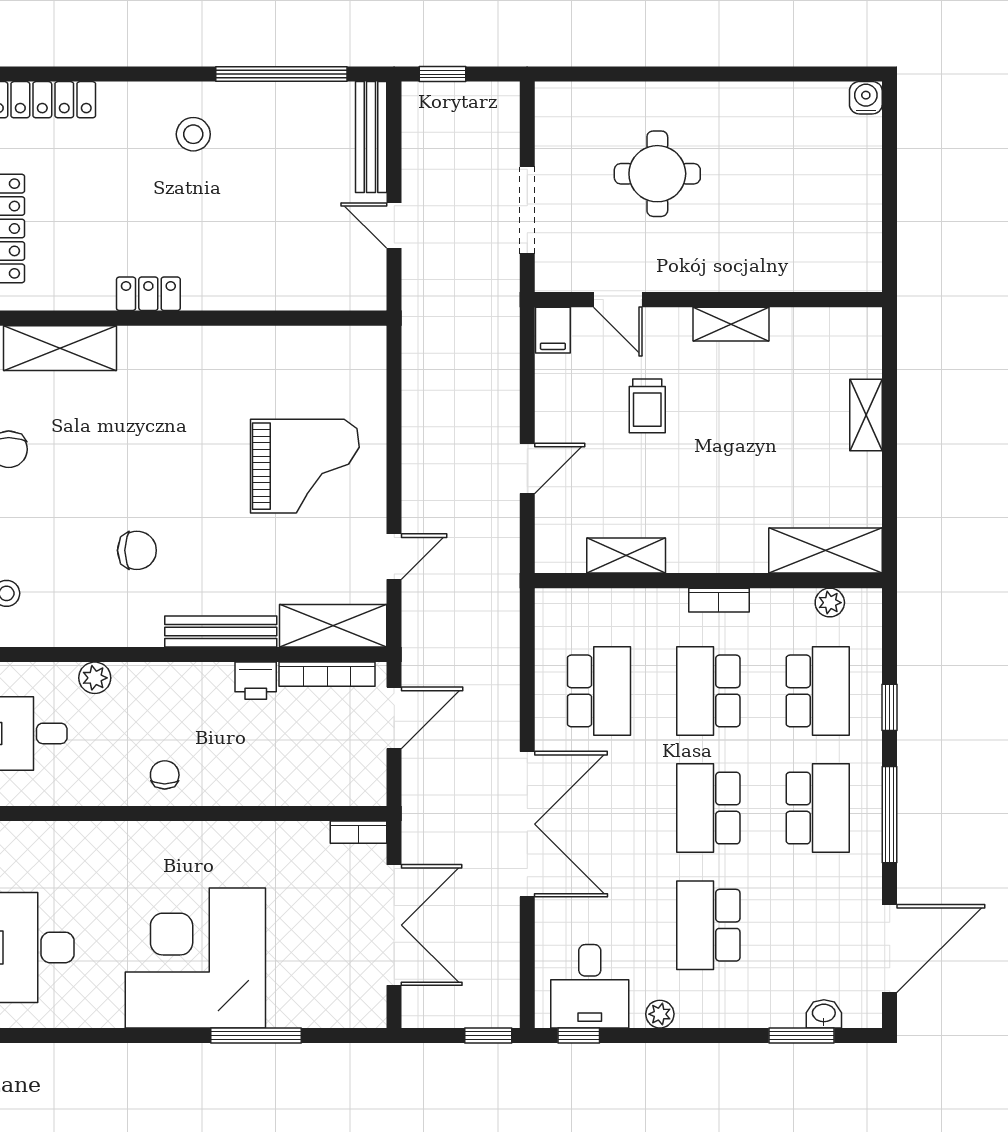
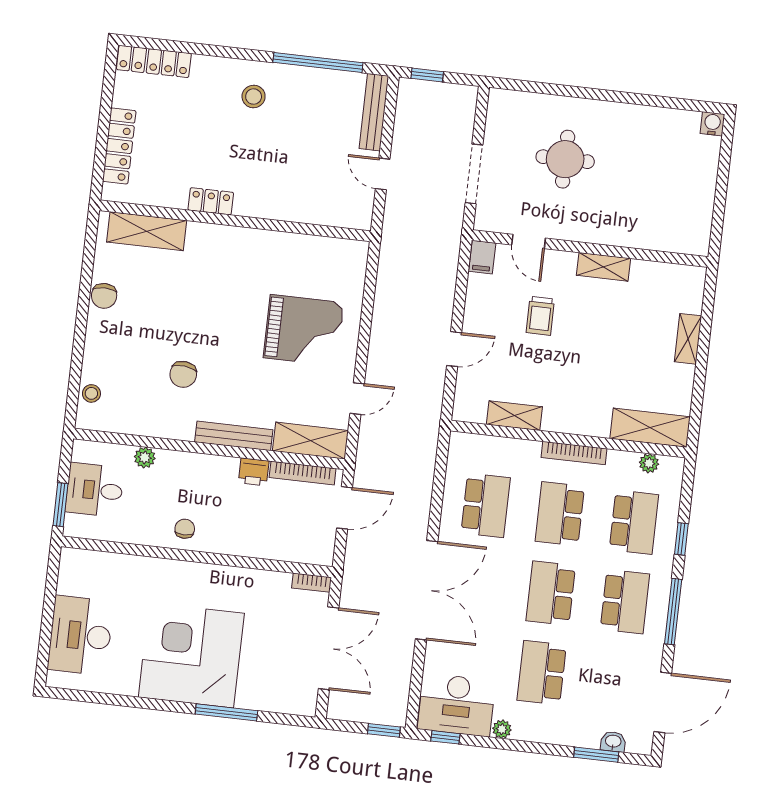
chair: (137, 550) -> (183, 374), turned 96
bookcase: (719, 600) -> (574, 453), width x1.56
desk: (590, 986) -> (457, 705), width x1.37

